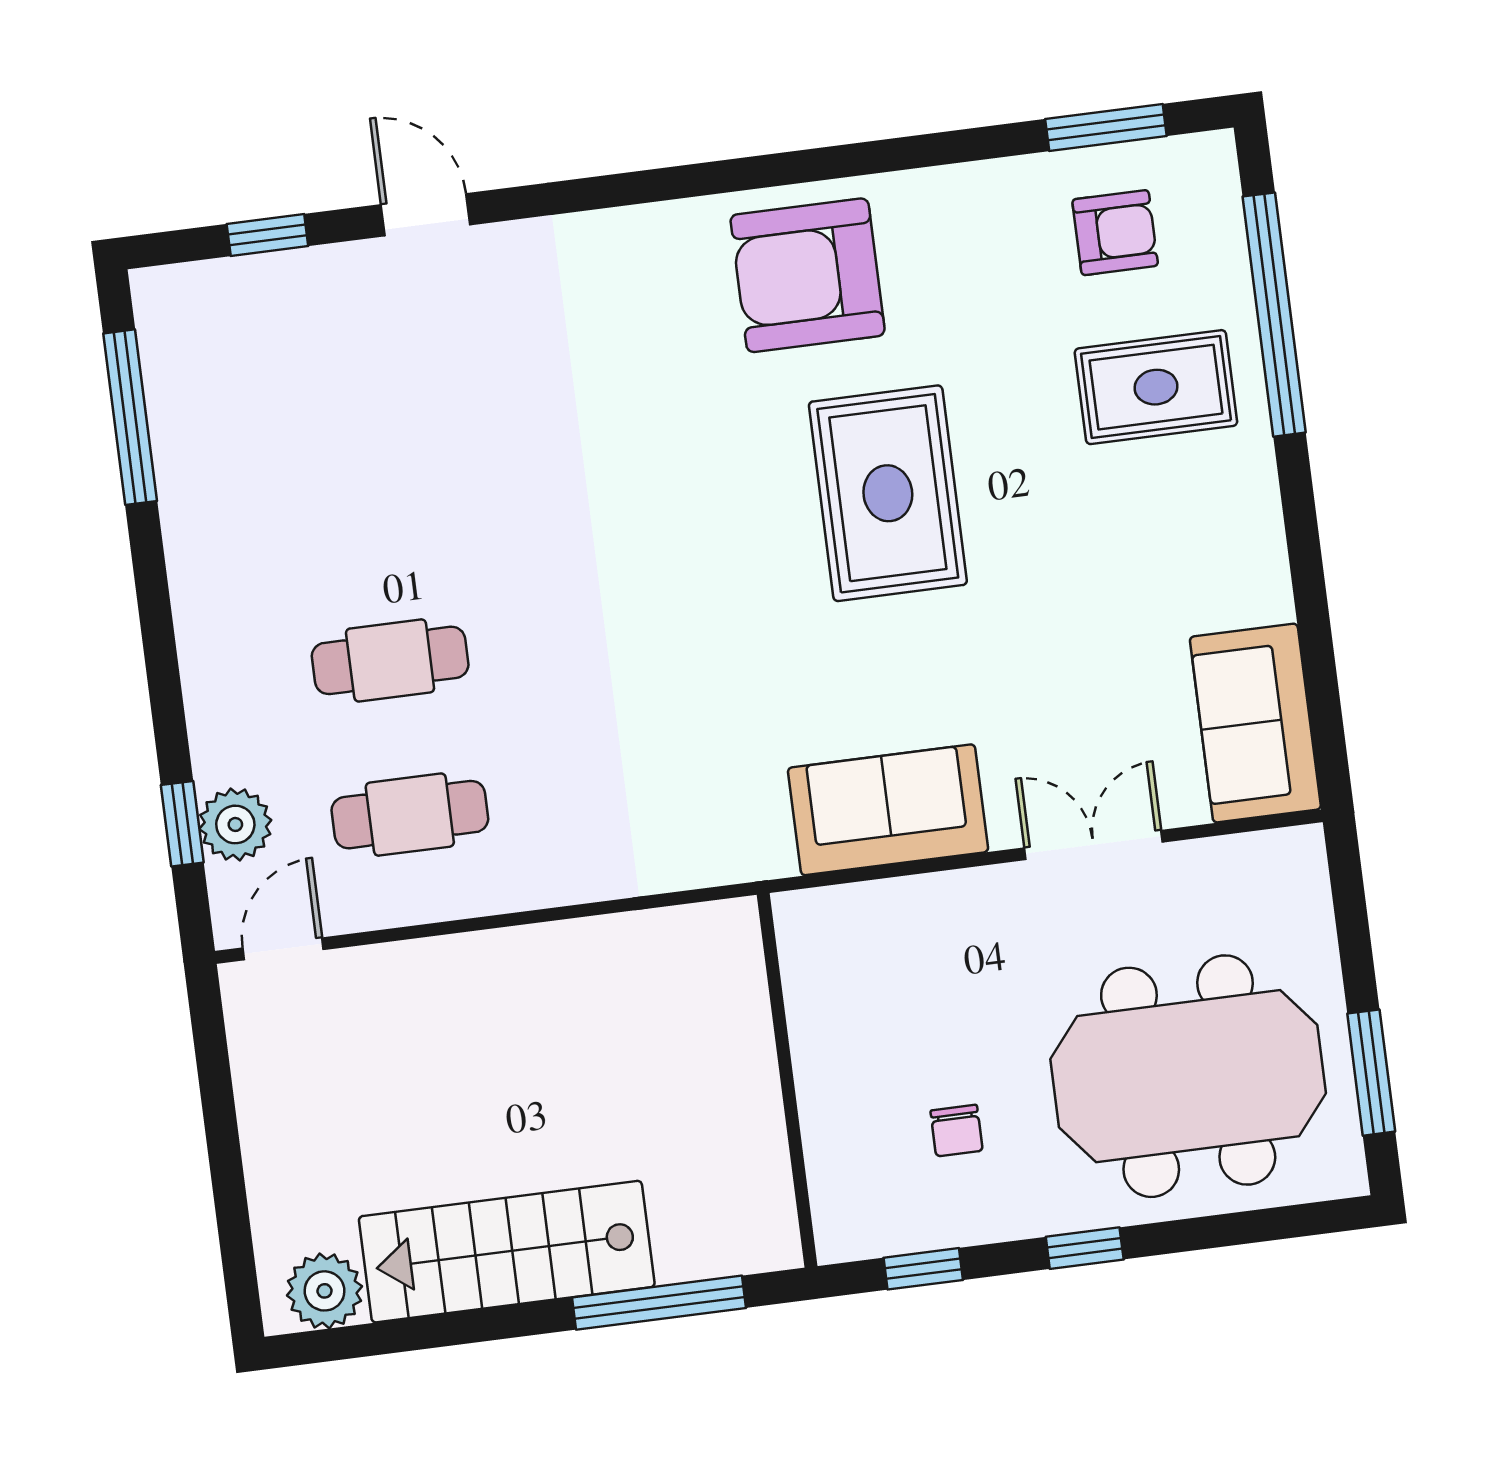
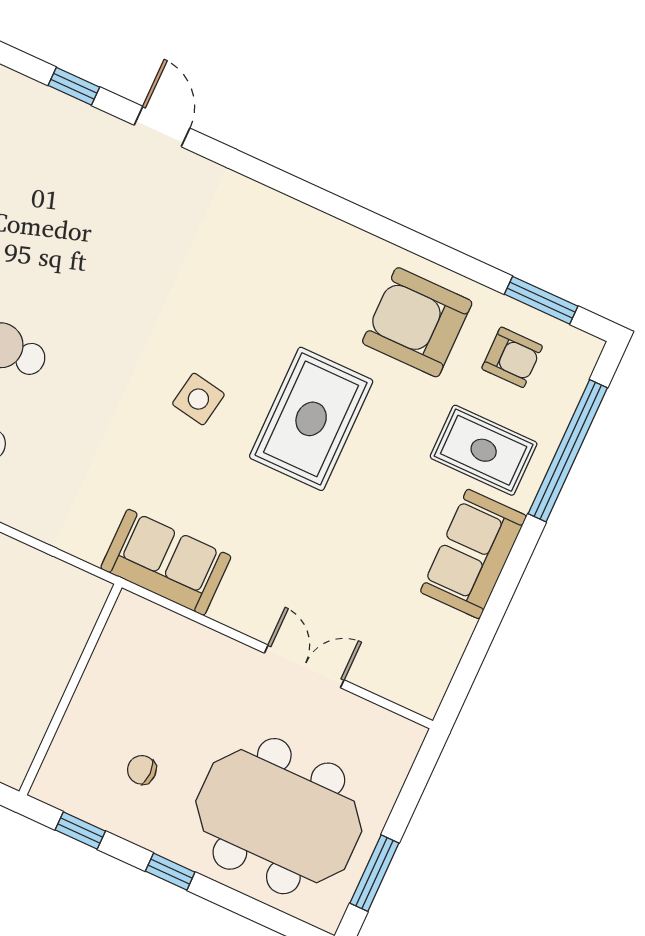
armchair: (808, 275) -> (417, 322), moved
side table: (713, 564) -> (198, 399), added
sofa: (1255, 723) -> (473, 554), moved
sofa: (888, 810) -> (166, 562), moved
chair: (957, 1131) -> (142, 770), turned 90

